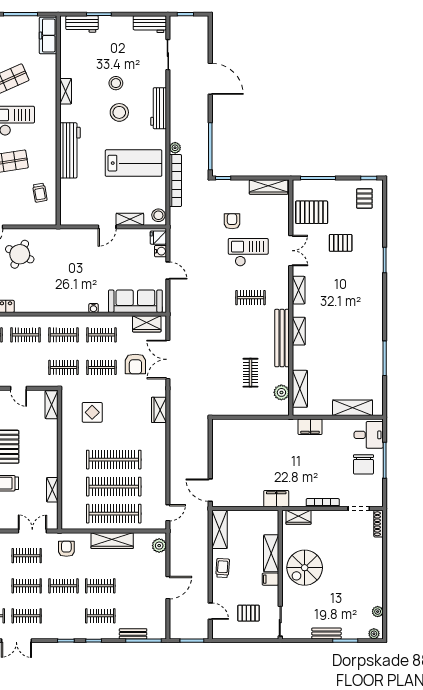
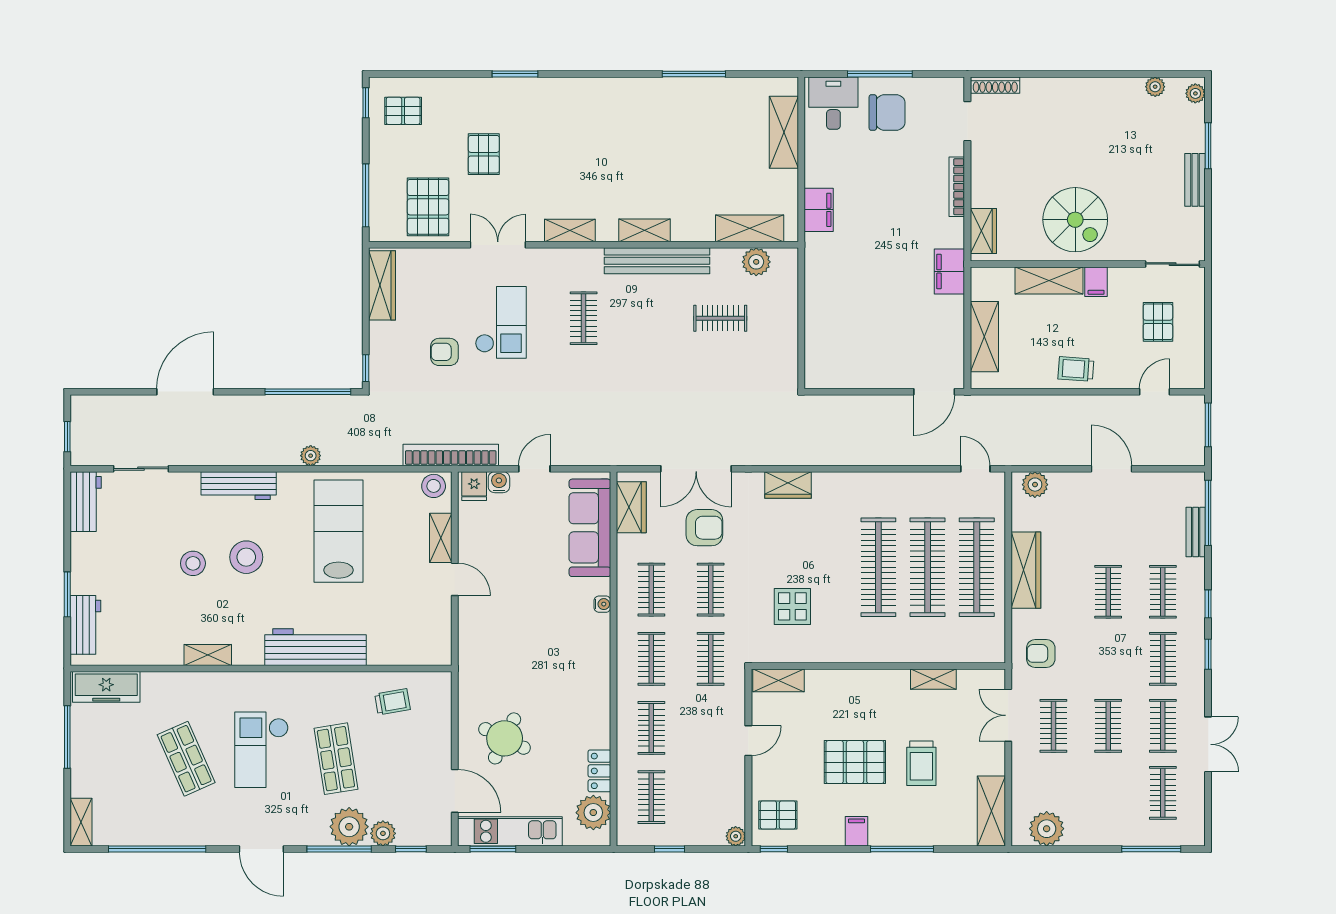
bookcase: (175, 181) -> (451, 455), moved
checkout: (248, 252) -> (501, 322), turned 180
shelving: (219, 529) -> (984, 337), moved, turned 90
clothes rail: (63, 586) -> (1163, 659), moved

